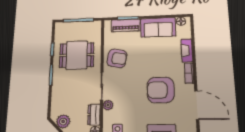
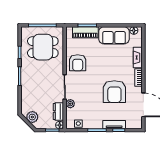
dining table: (77, 55) -> (43, 47), moved
armchair: (117, 58) -> (78, 63), turned 80
armchair: (161, 90) -> (114, 92), turned -90

